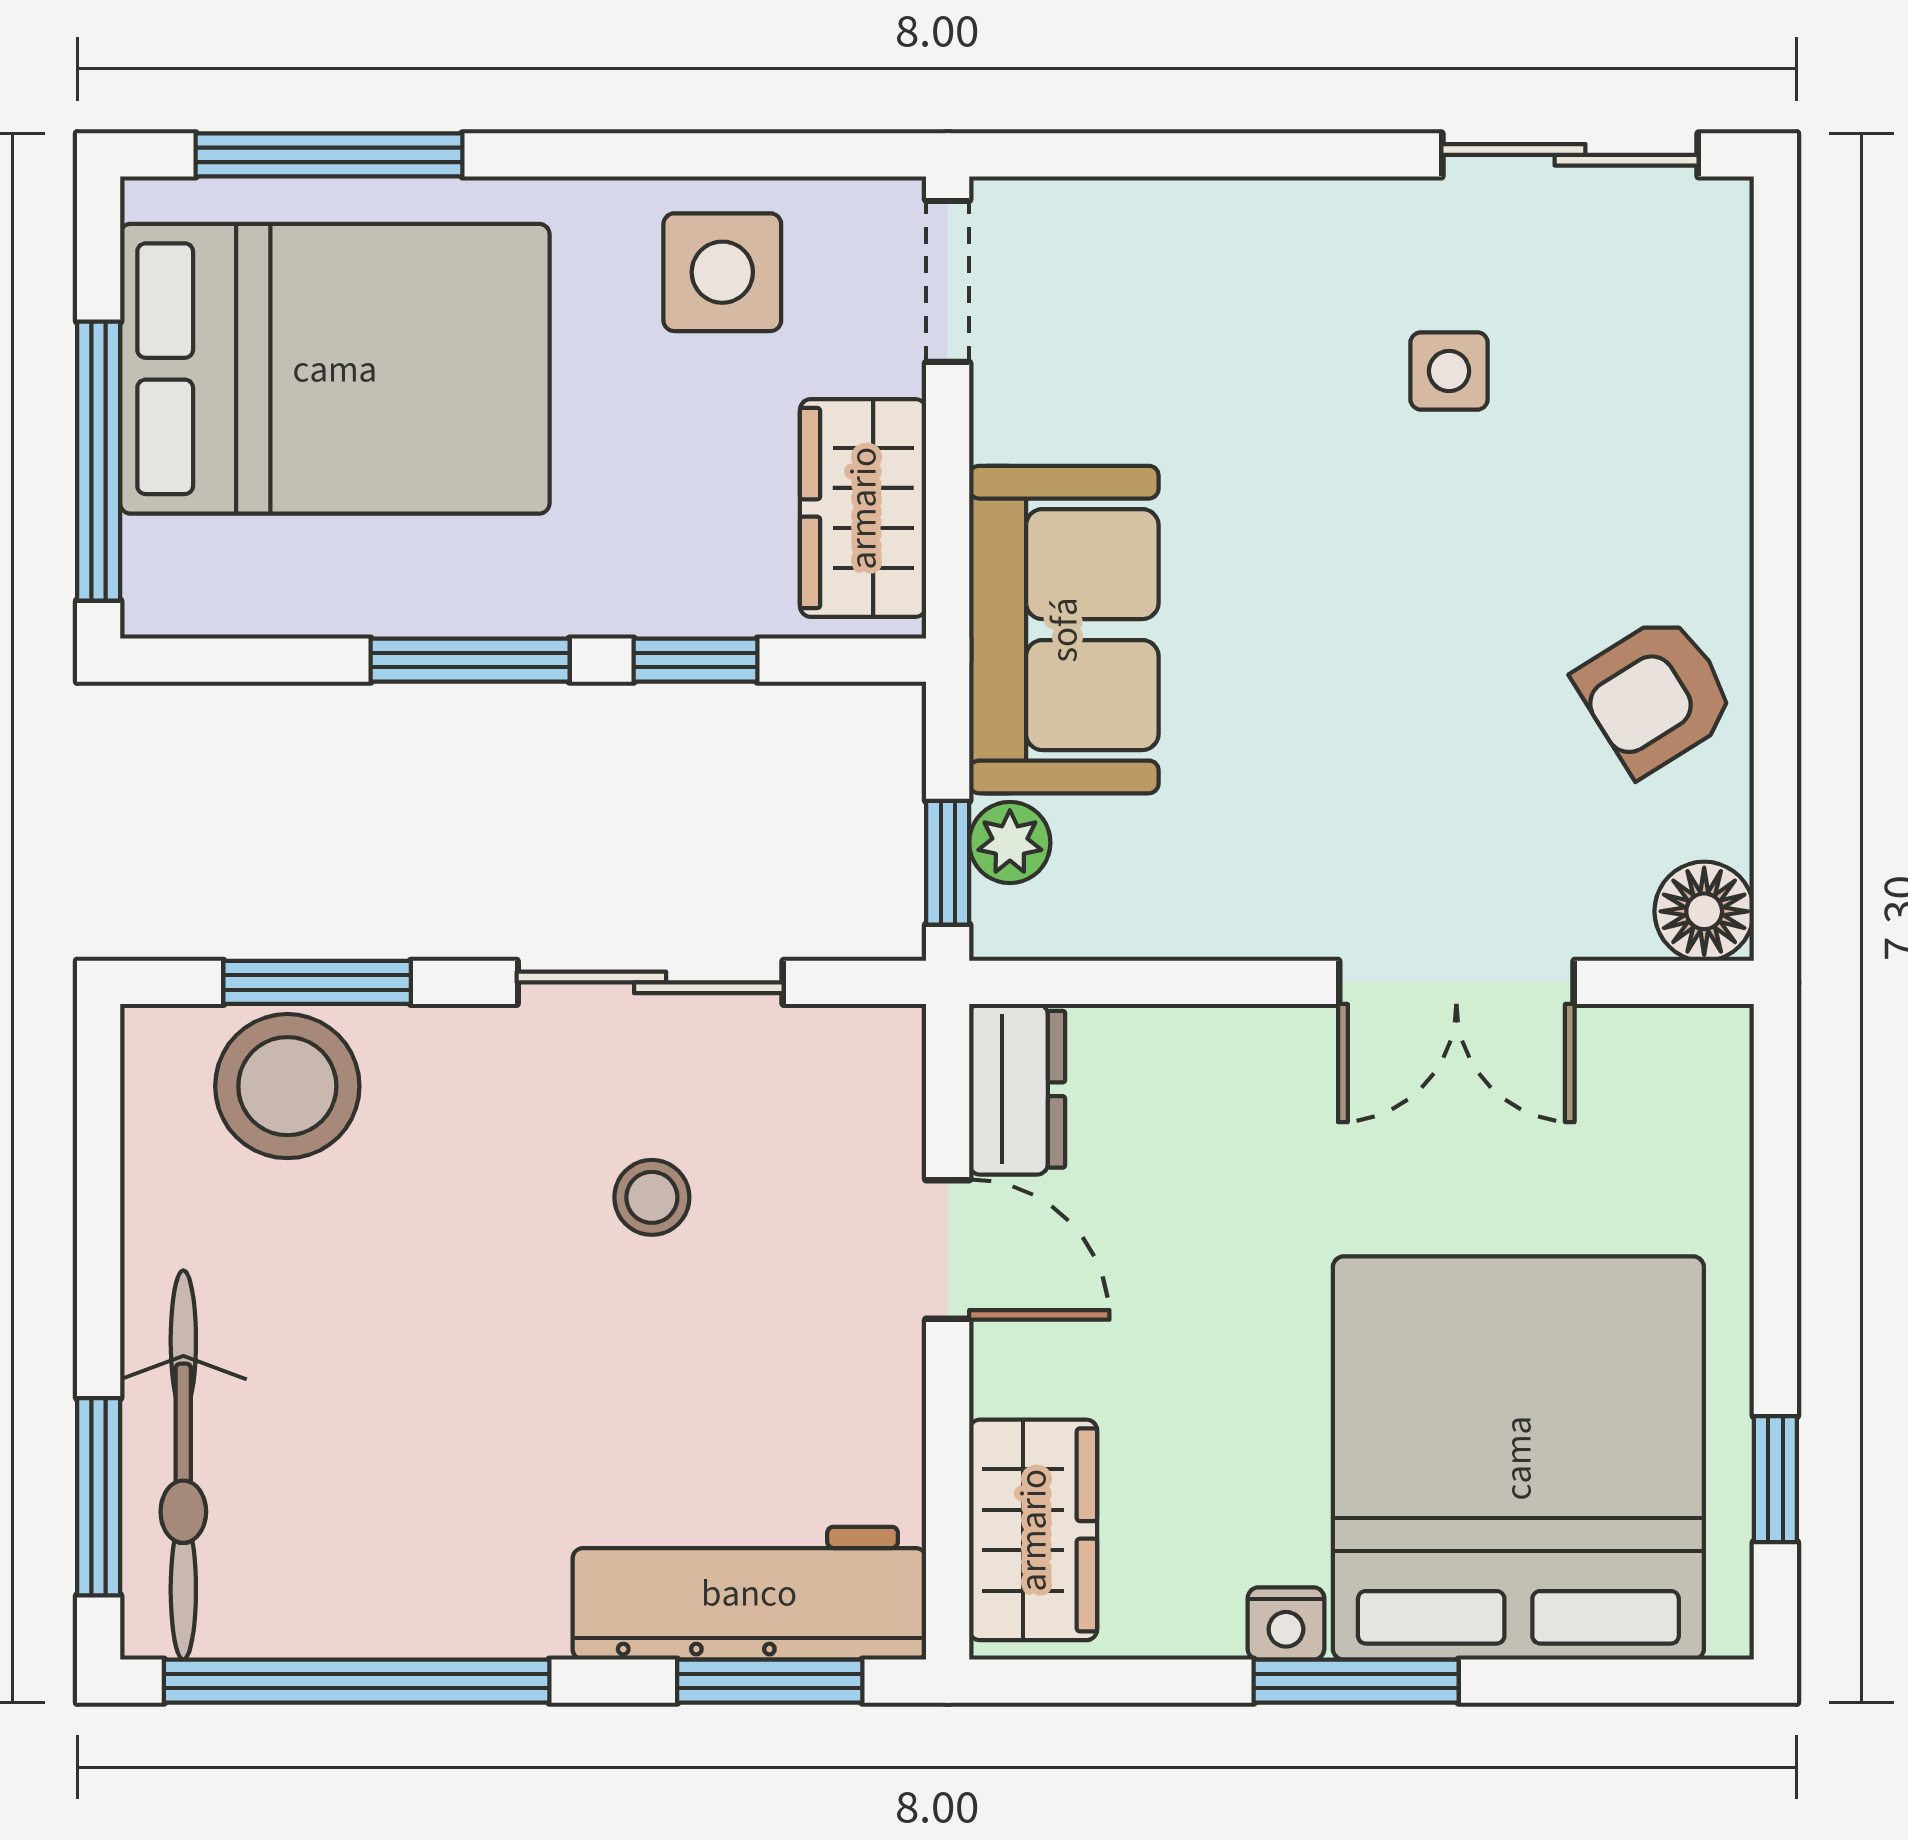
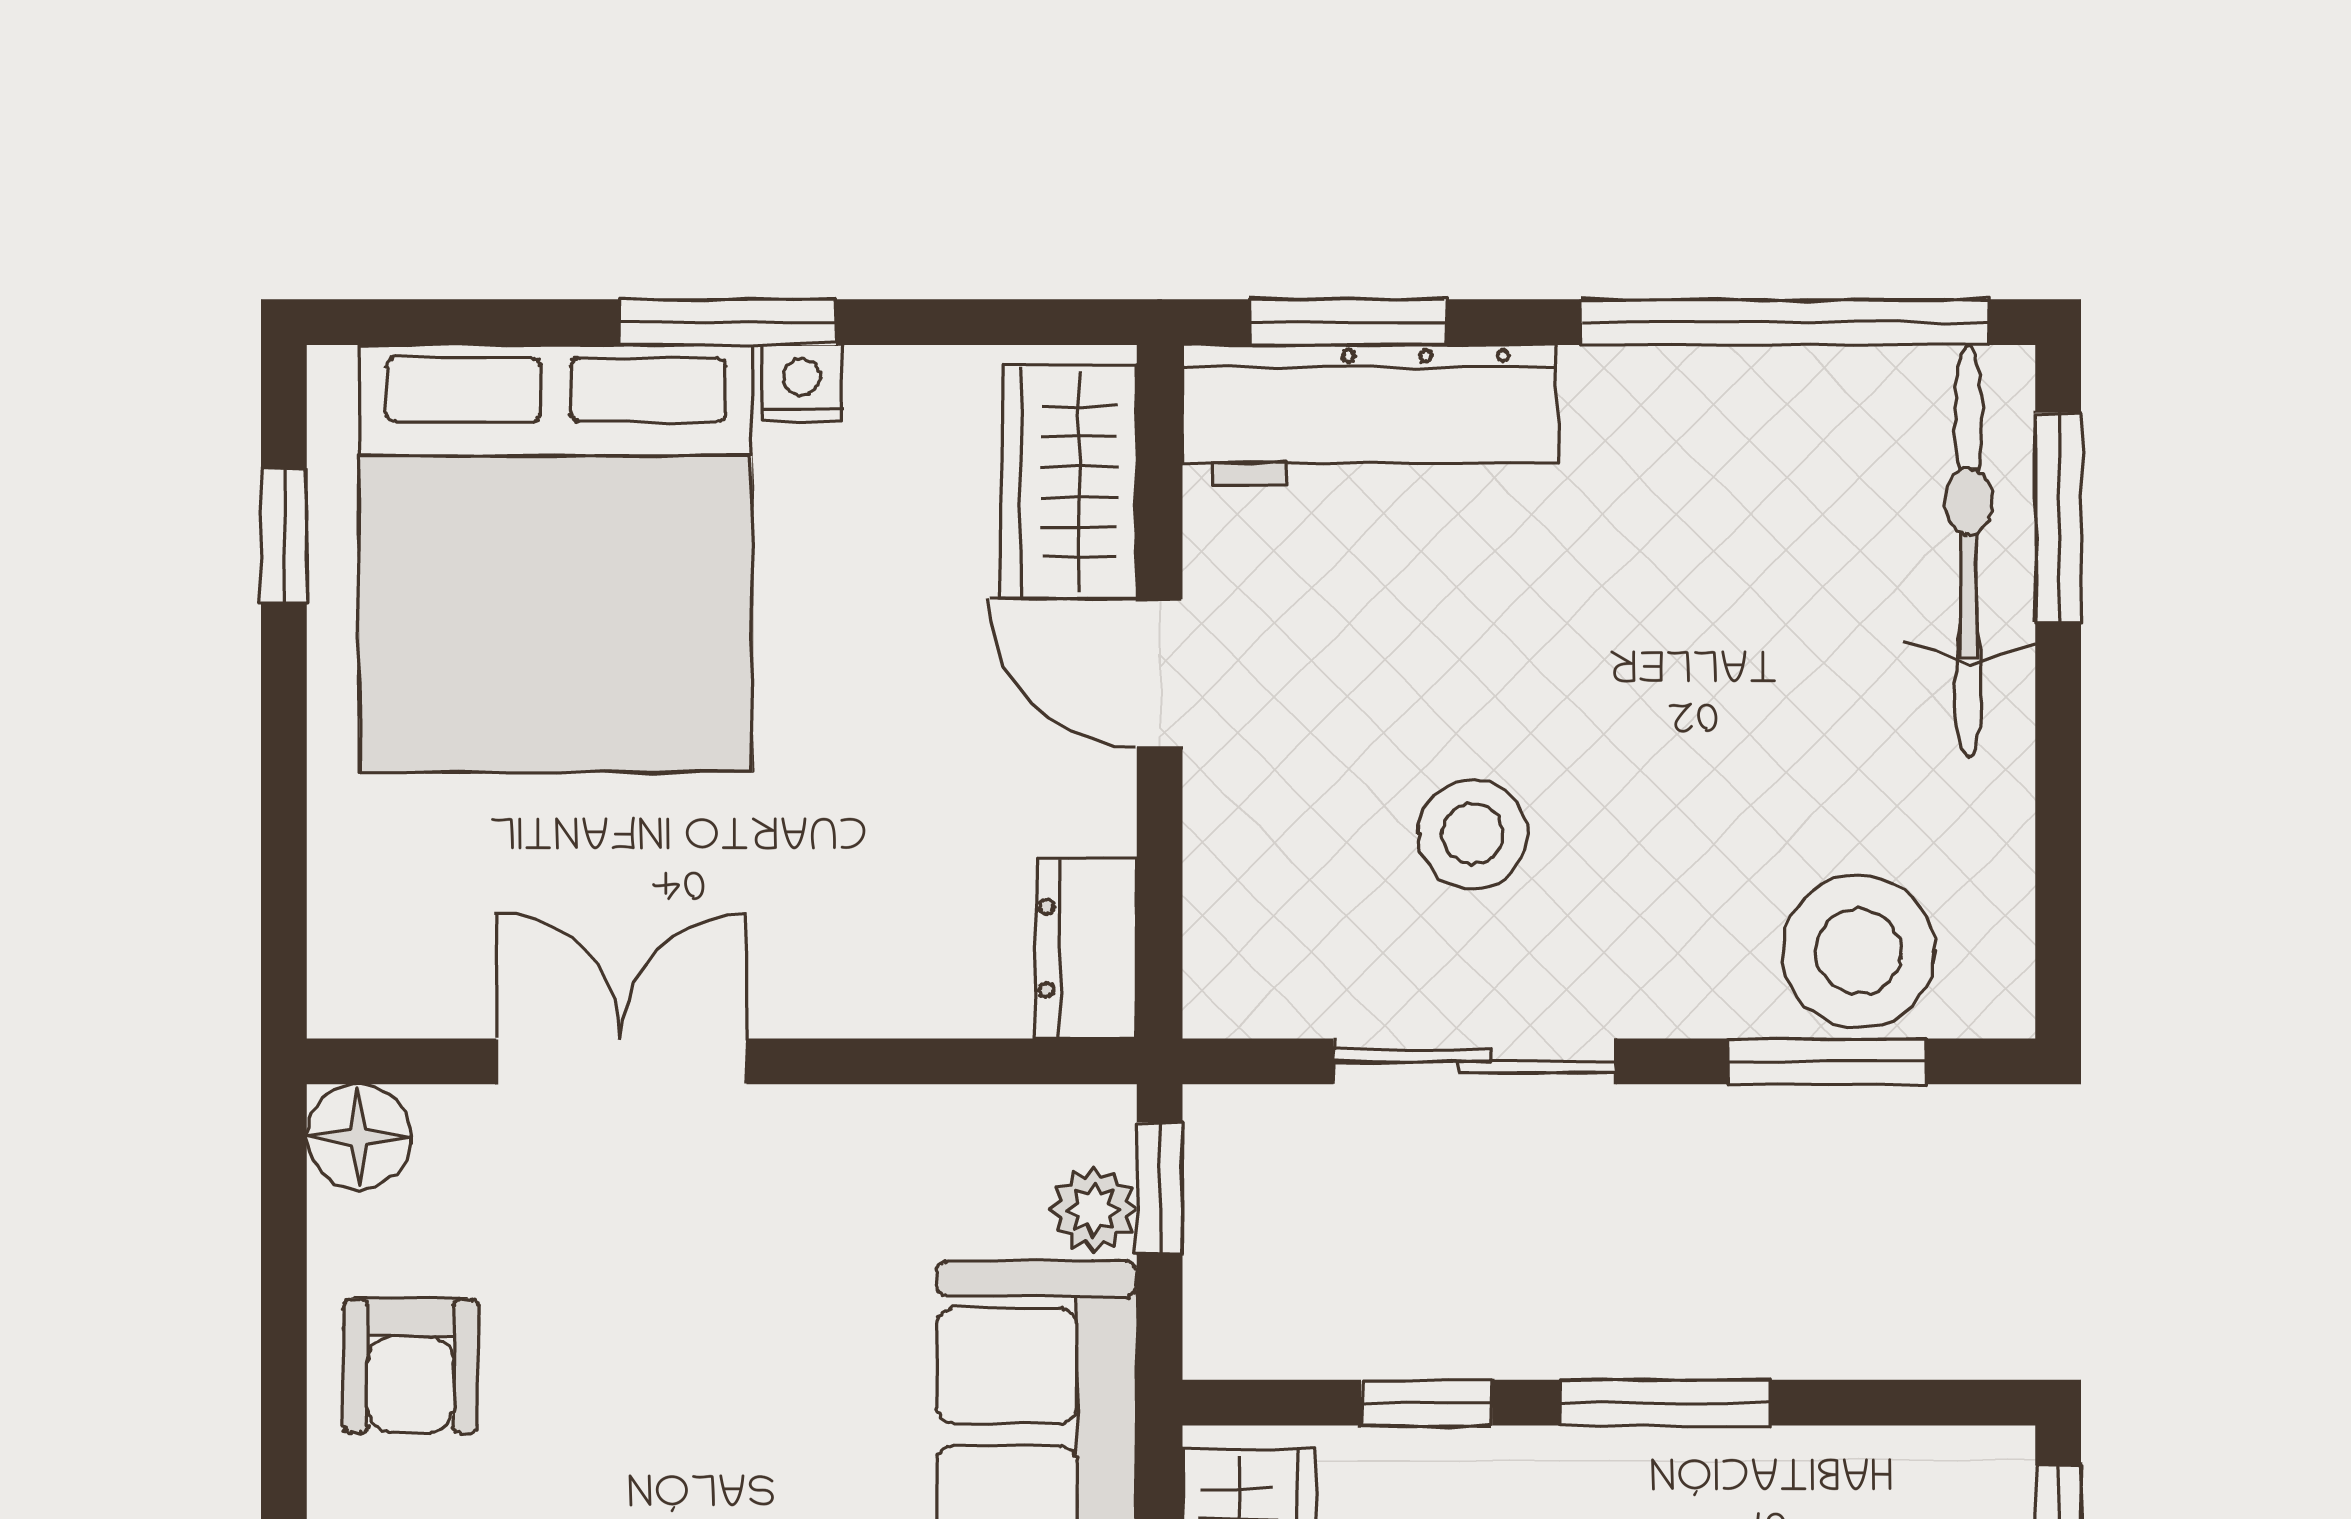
armchair: (1656, 695) -> (411, 1366), turned 122
stool: (652, 1197) -> (1473, 834), width x1.37, depth x1.37
door: (948, 1250) -> (1160, 673), moved

